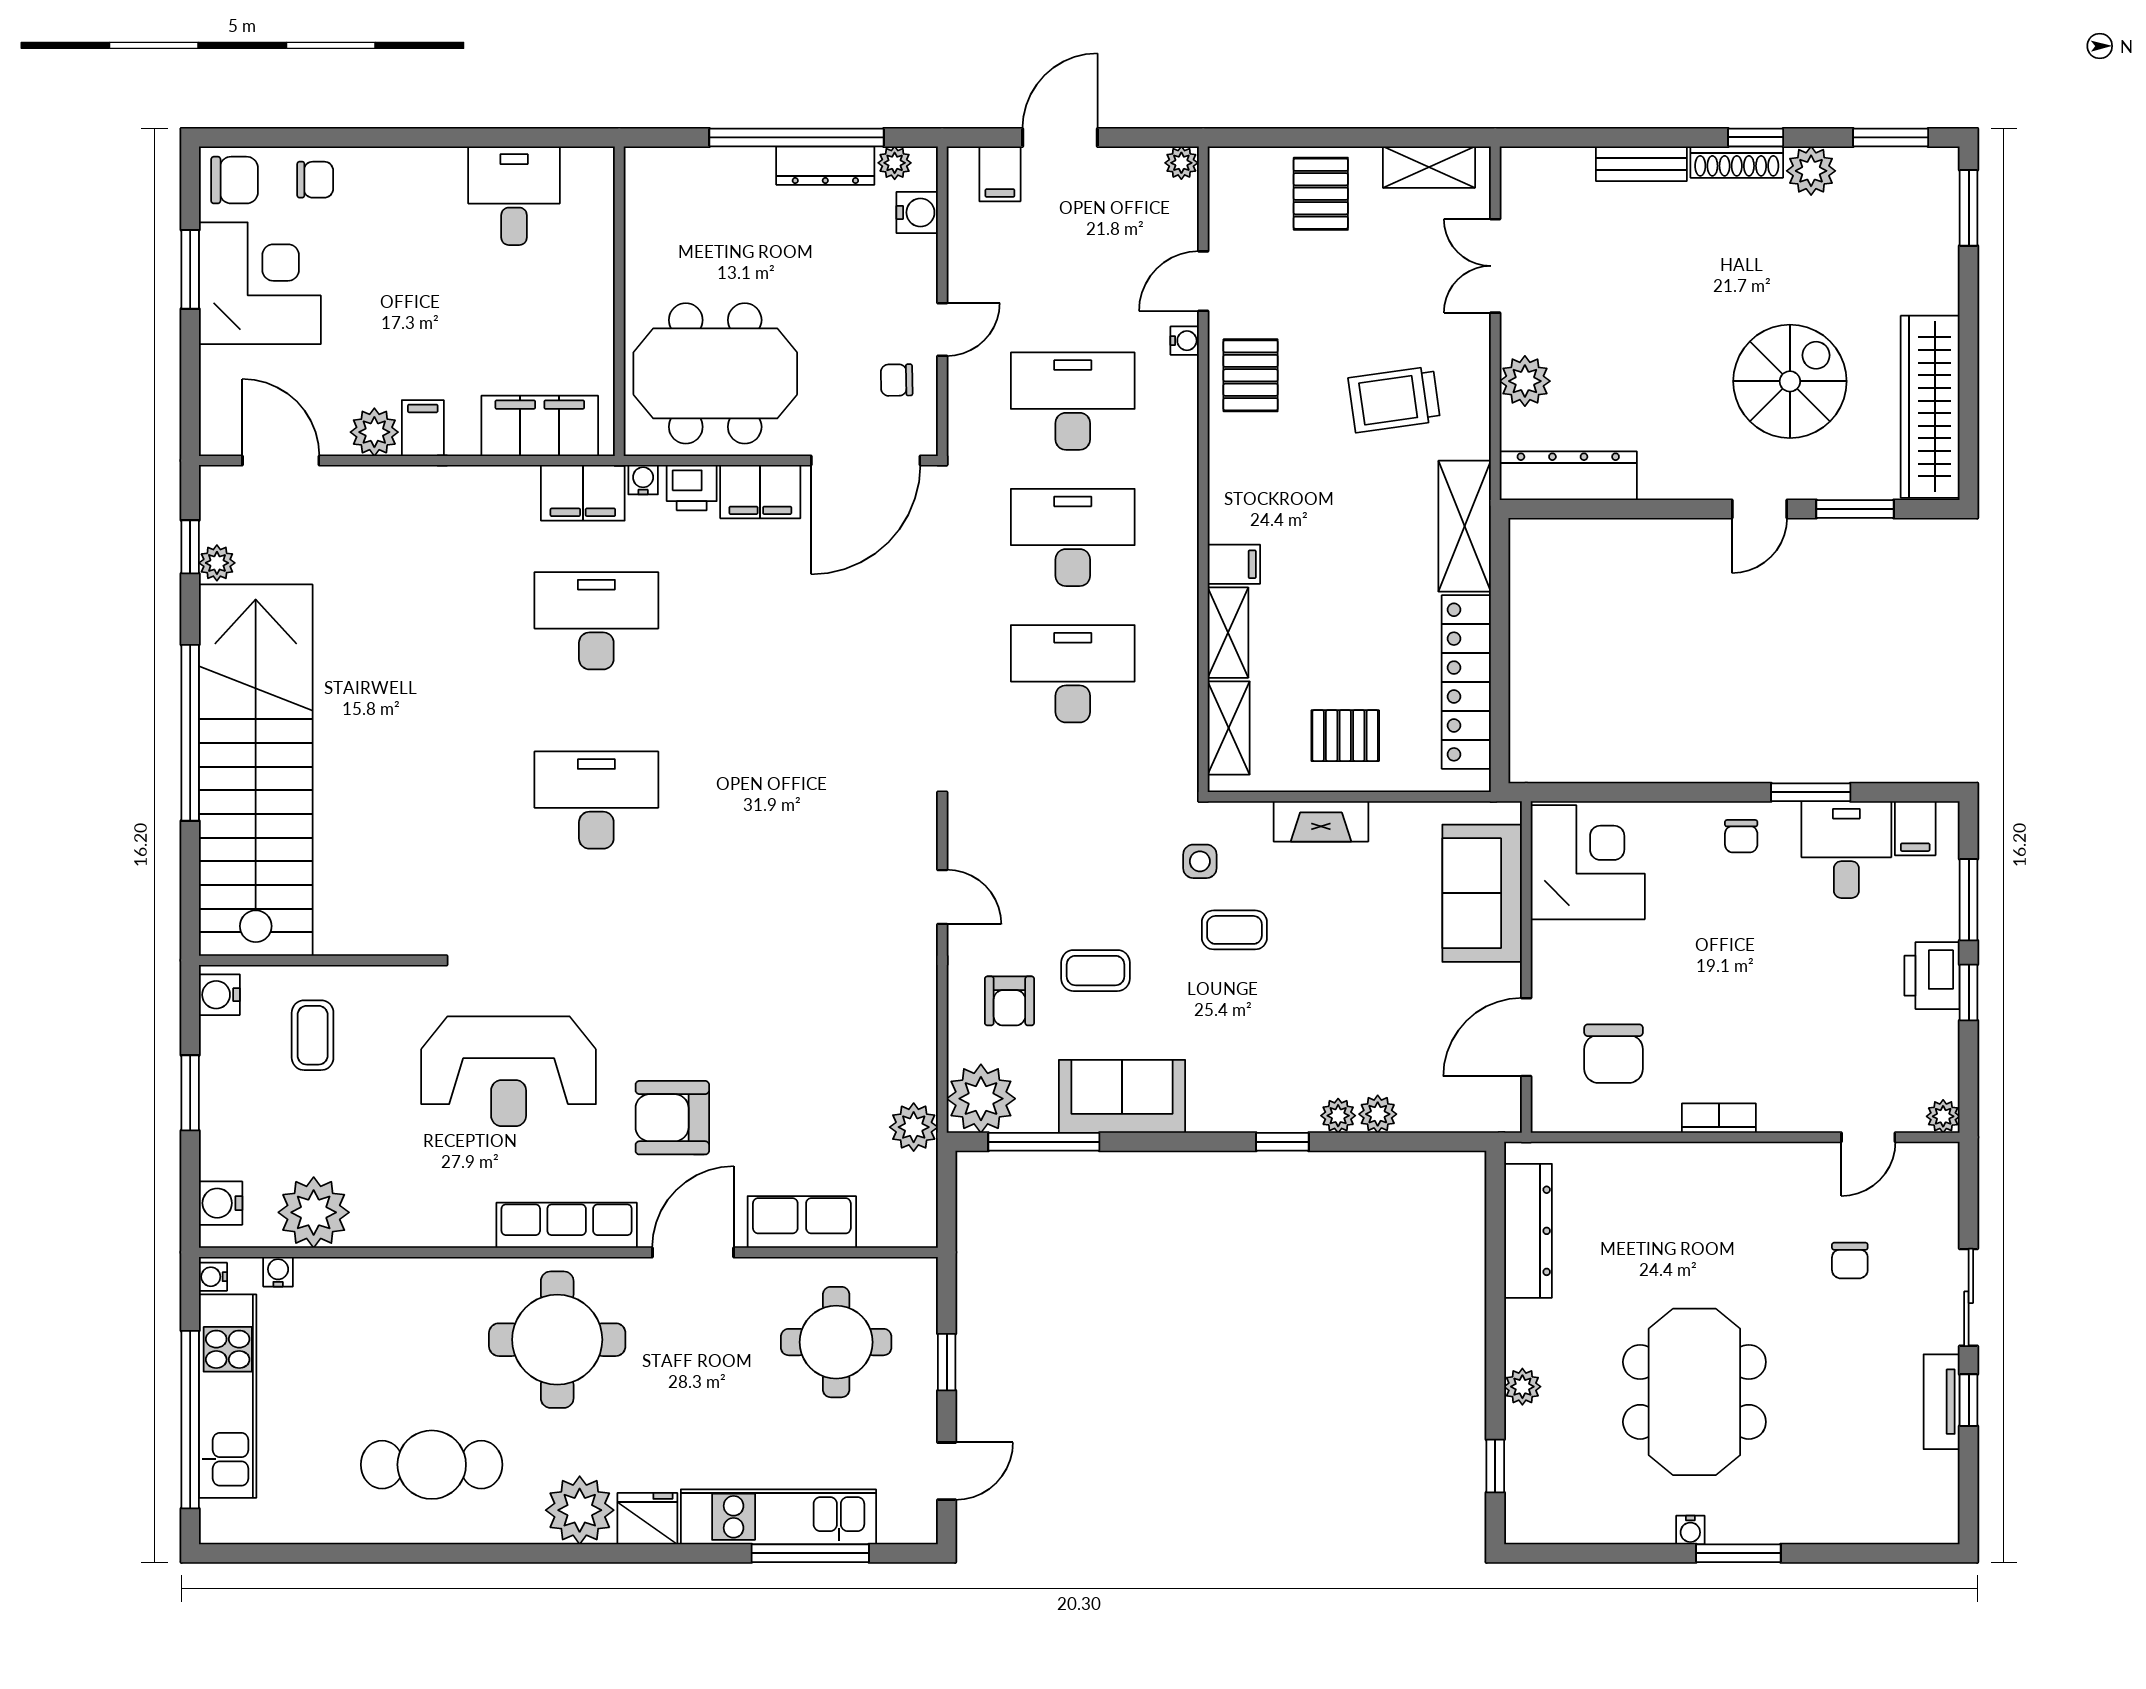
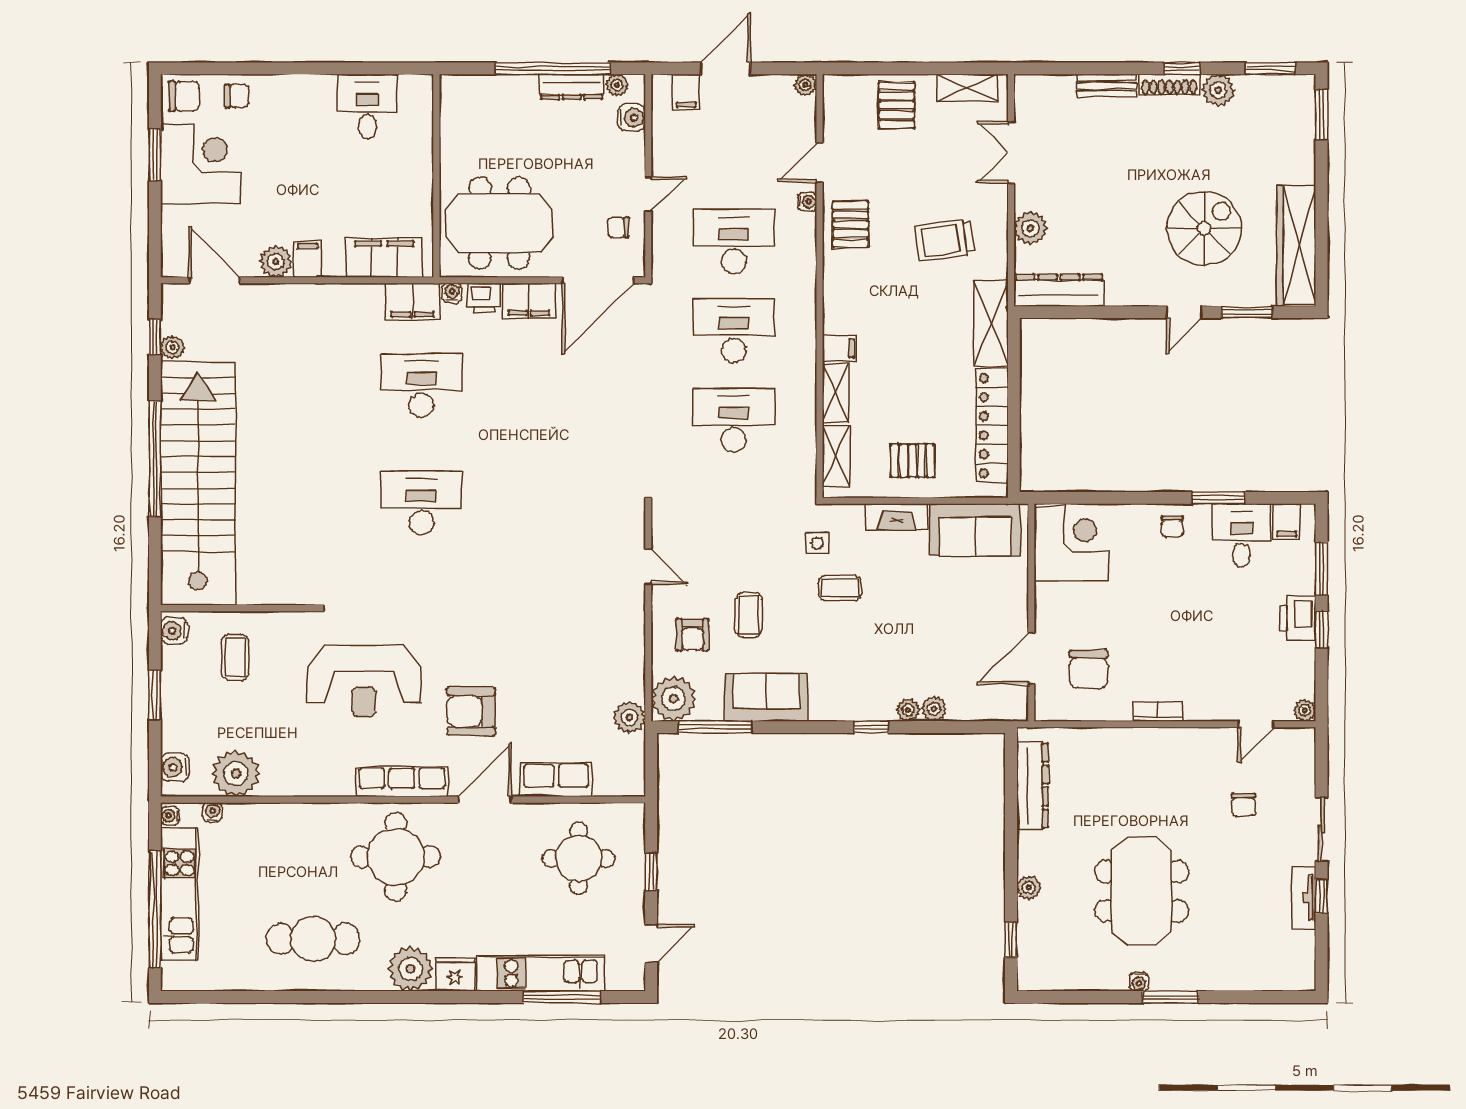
sofa: (1482, 893) -> (975, 530), moved, turned -90
coffee table: (1095, 971) -> (749, 615), turned 90

